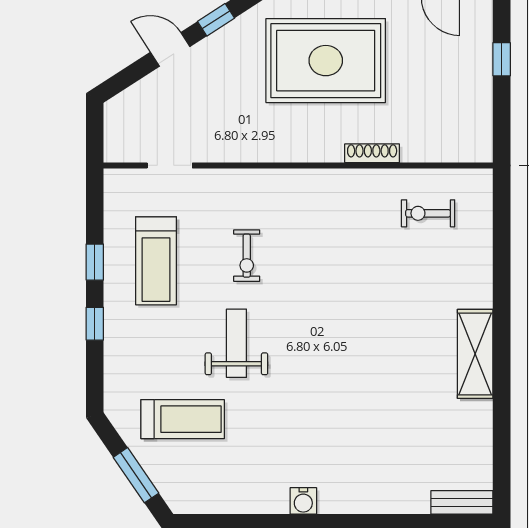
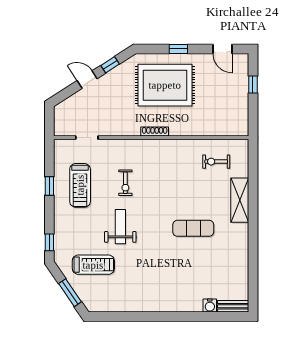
shoe rack: (372, 153) -> (155, 132), moved
window: (95, 324) -> (49, 242), moved
exercise mat: (382, 347) -> (193, 228), added
shelving: (475, 354) -> (240, 200), moved
water cooler: (303, 501) -> (210, 306), moved

